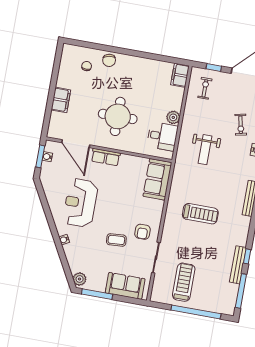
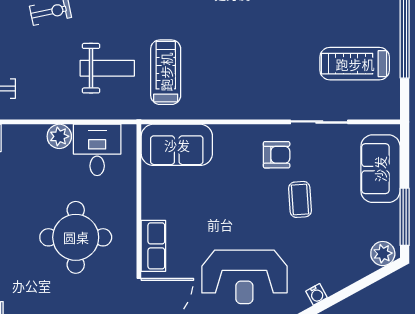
treadmill: (200, 214) -> (166, 72), moved

